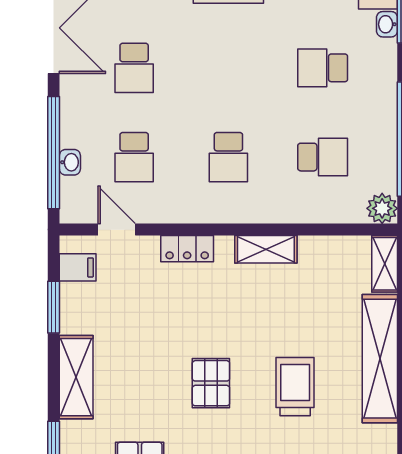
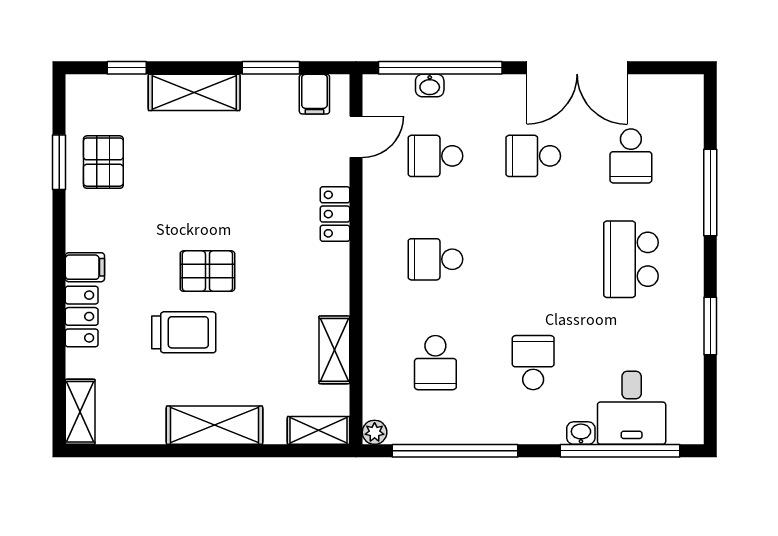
plant: (382, 208) -> (375, 432), width x0.73, depth x0.73
shelving: (266, 249) -> (334, 350), moved
shelving: (380, 359) -> (214, 425), width x0.68
pallet: (211, 383) -> (207, 271), moved

